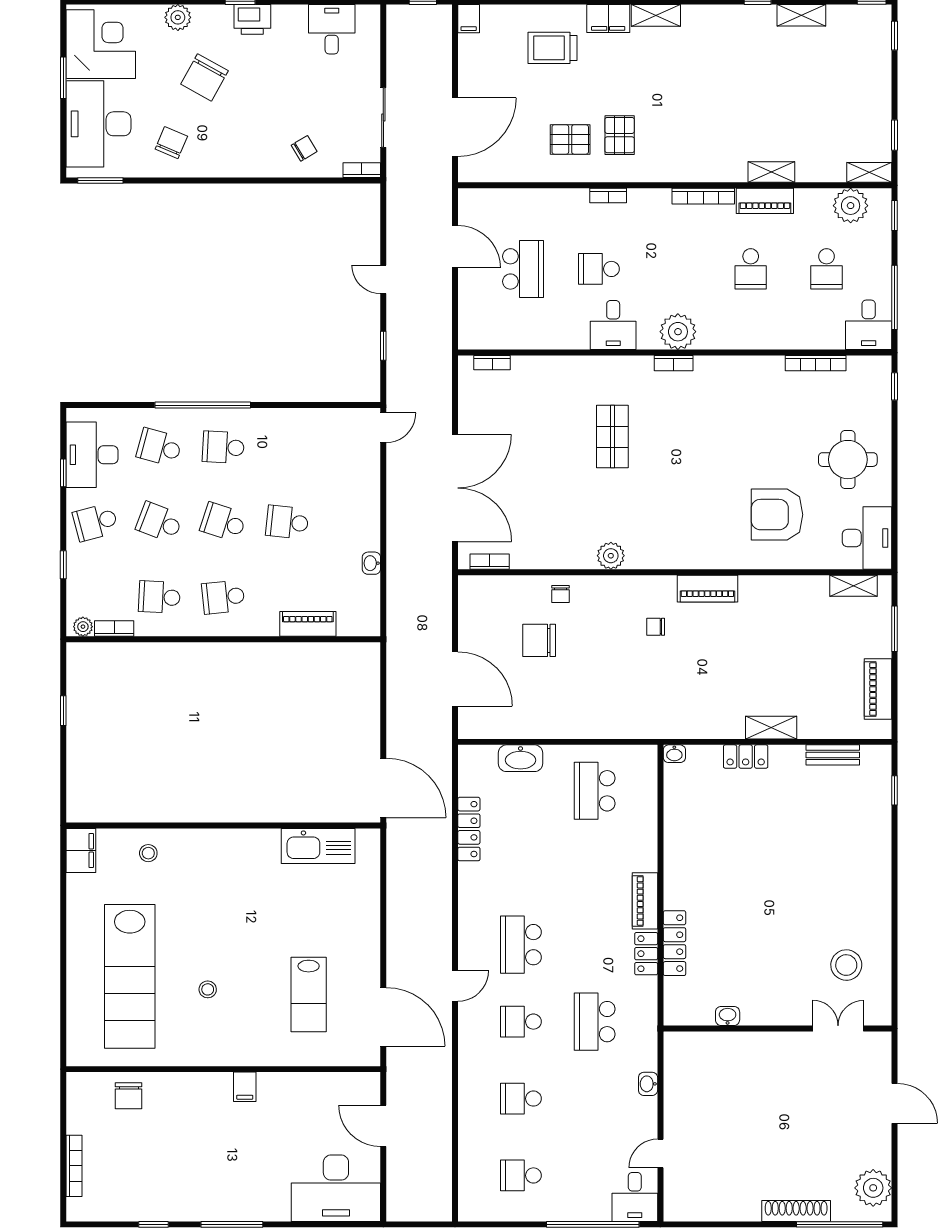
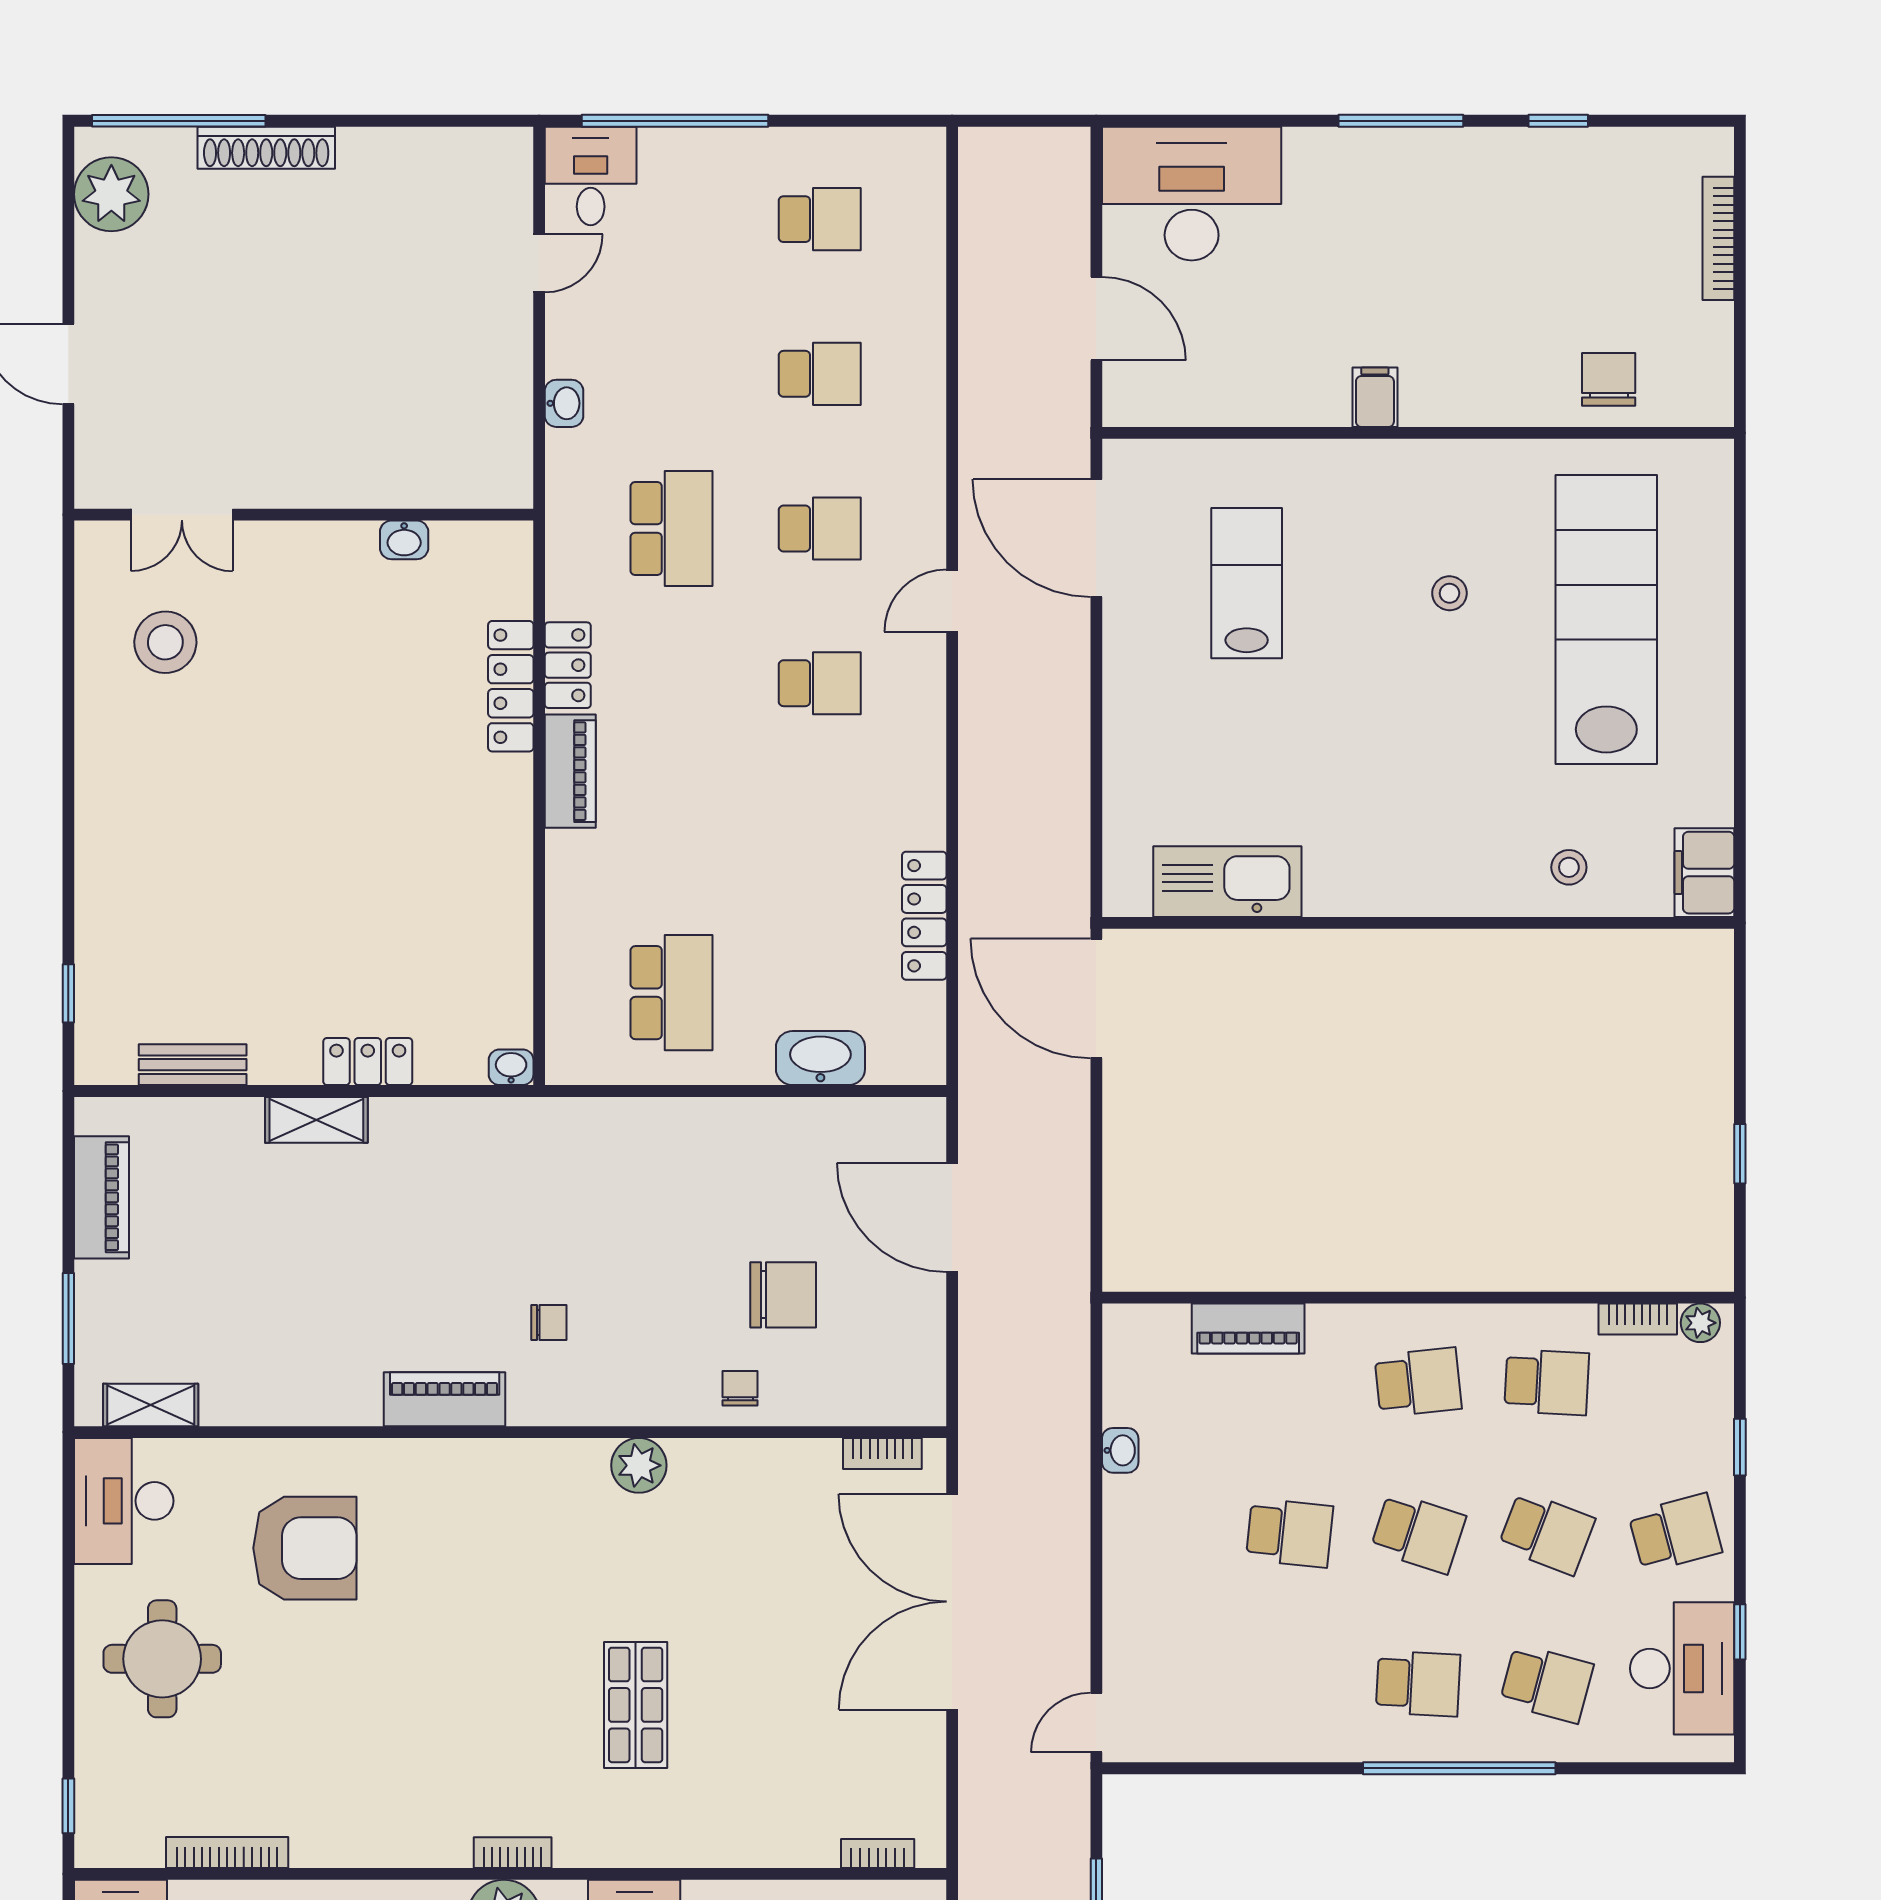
school desk: (521, 945) -> (820, 683), width x0.54

